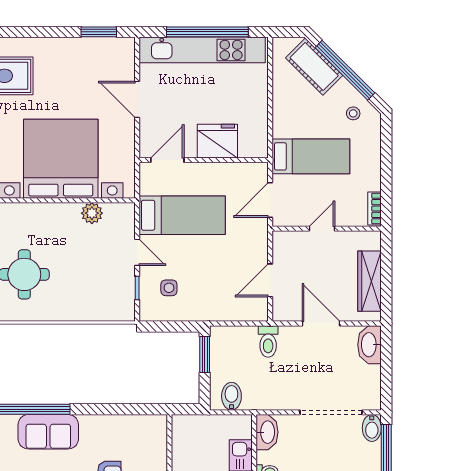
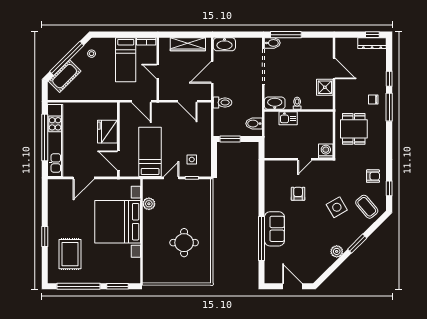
window: (99, 32) -> (45, 237), moved
bed: (311, 156) -> (126, 60), moved, turned 180

